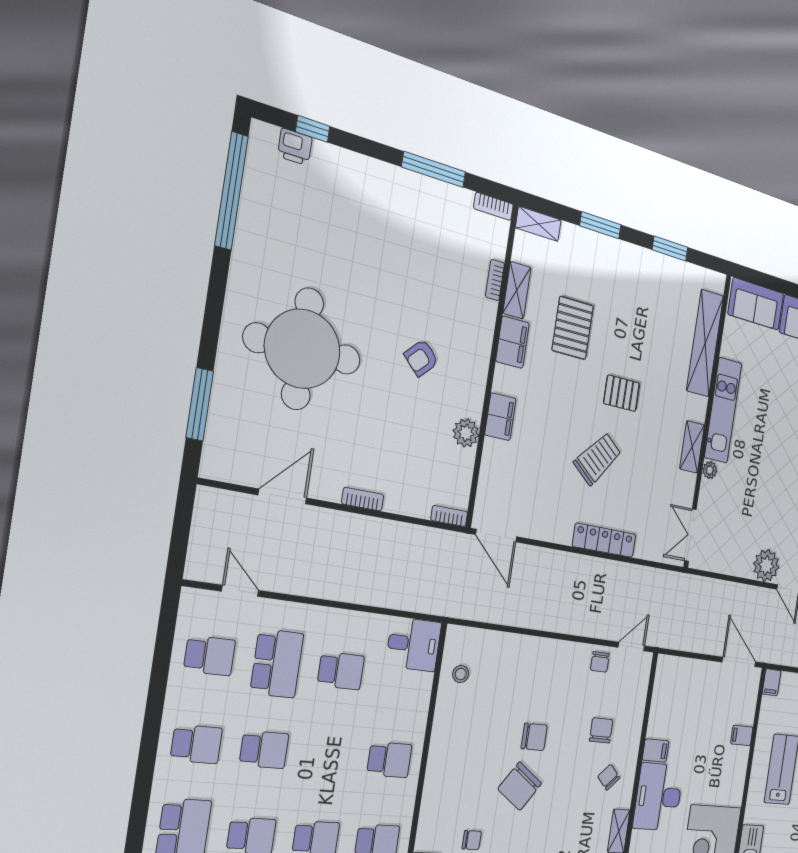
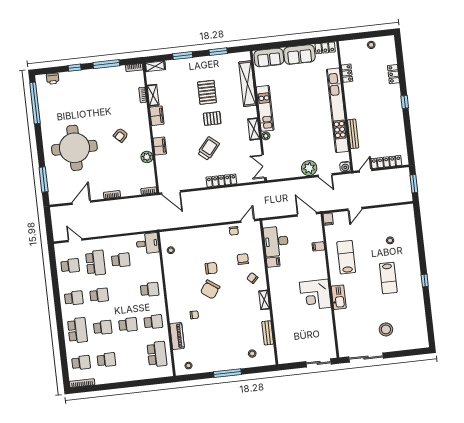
window: (313, 129) -> (75, 68), moved
pallet: (573, 328) -> (207, 92), moved
desk: (658, 797) -> (276, 241), moved

